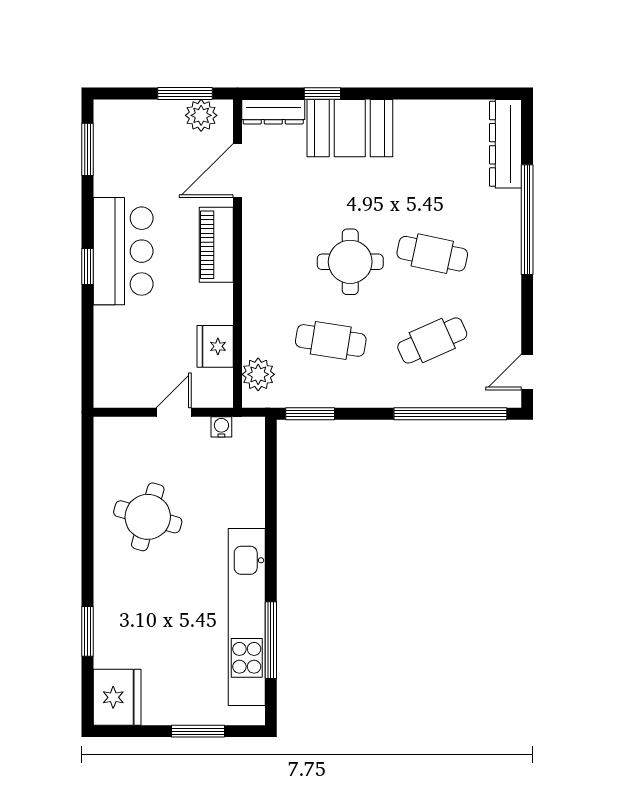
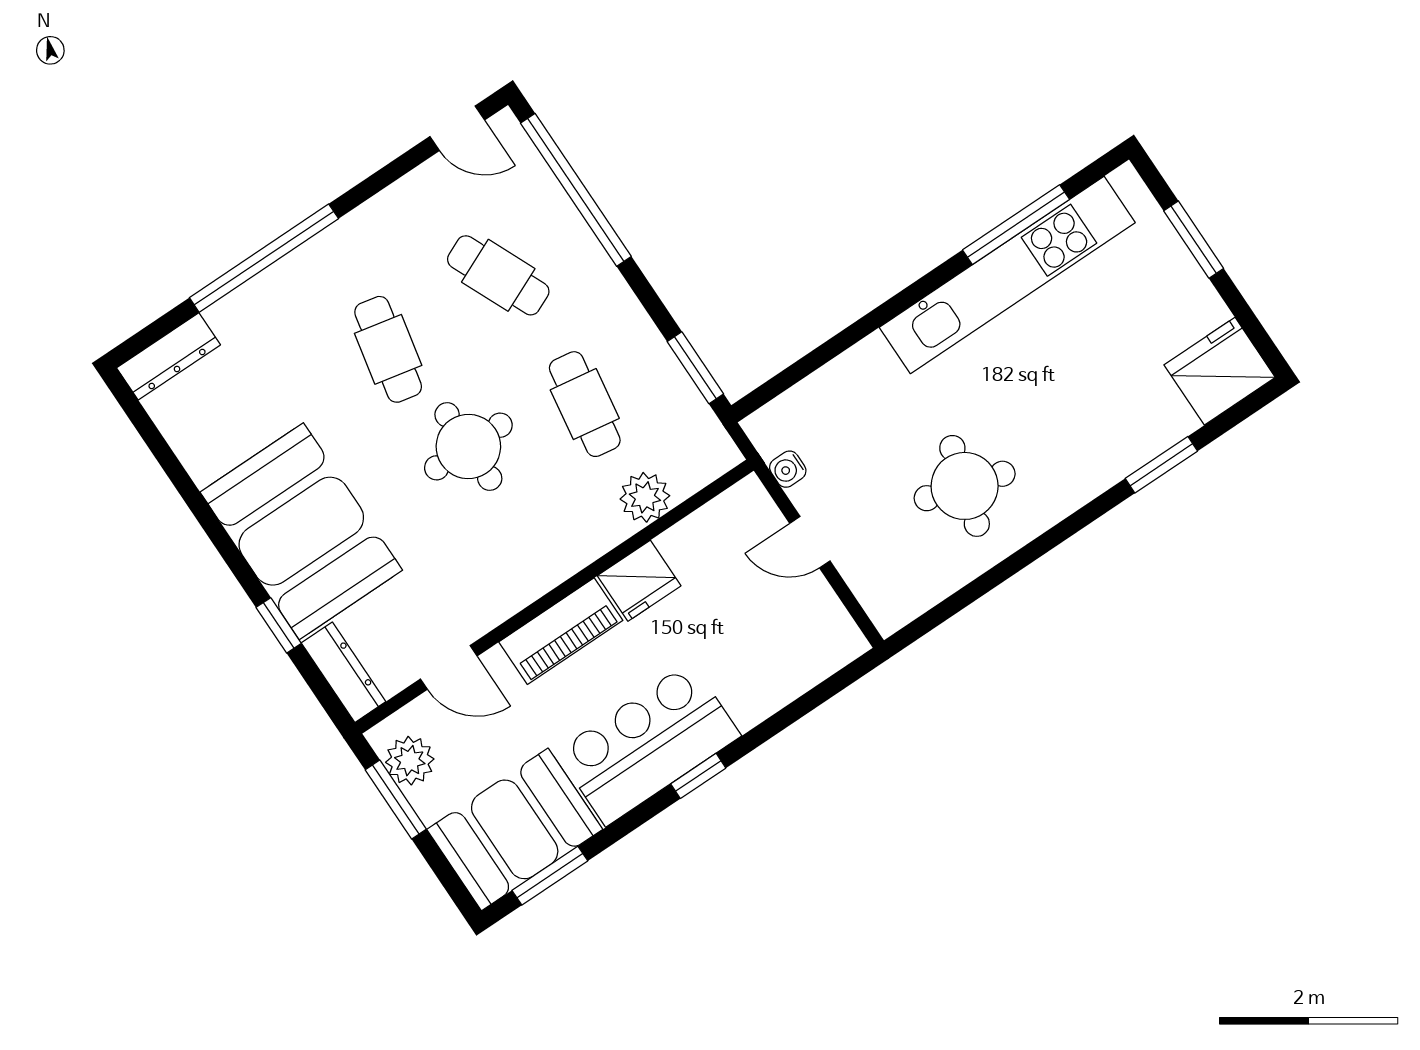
booth: (350, 128) -> (301, 531), width x1.36, depth x1.42
dresser: (505, 144) -> (169, 356), width x0.73, depth x0.80
booth: (125, 147) -> (515, 829), added
door: (237, 170) -> (449, 667), width x0.73
fridge: (215, 346) -> (639, 581), moved
plant: (258, 374) -> (645, 497), moved

